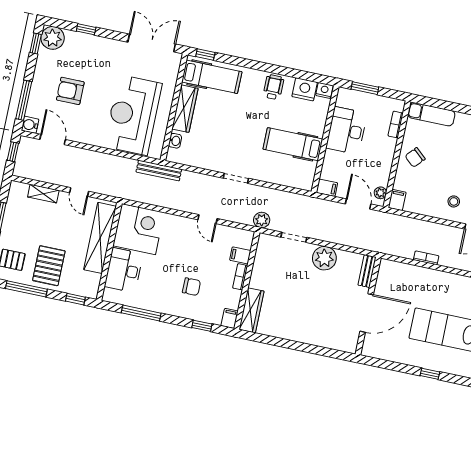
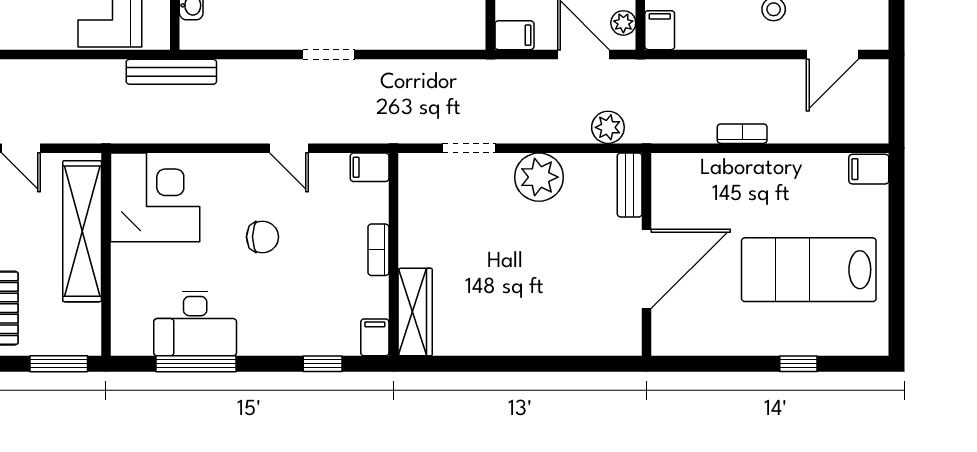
plant: (262, 220) -> (608, 127), moved
filing cabinet: (240, 255) -> (370, 167), moved
desk: (124, 270) -> (195, 324), moved, turned -90
chair: (191, 287) -> (262, 237), moved
window: (75, 299) -> (59, 364), width x1.50

